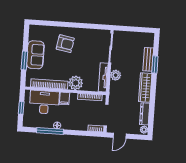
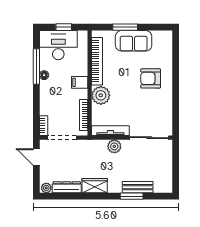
armchair: (65, 44) -> (151, 78), turned 80
wardrobe: (145, 88) -> (95, 186), width x0.67
desk: (44, 102) -> (58, 45), moved, turned -90

